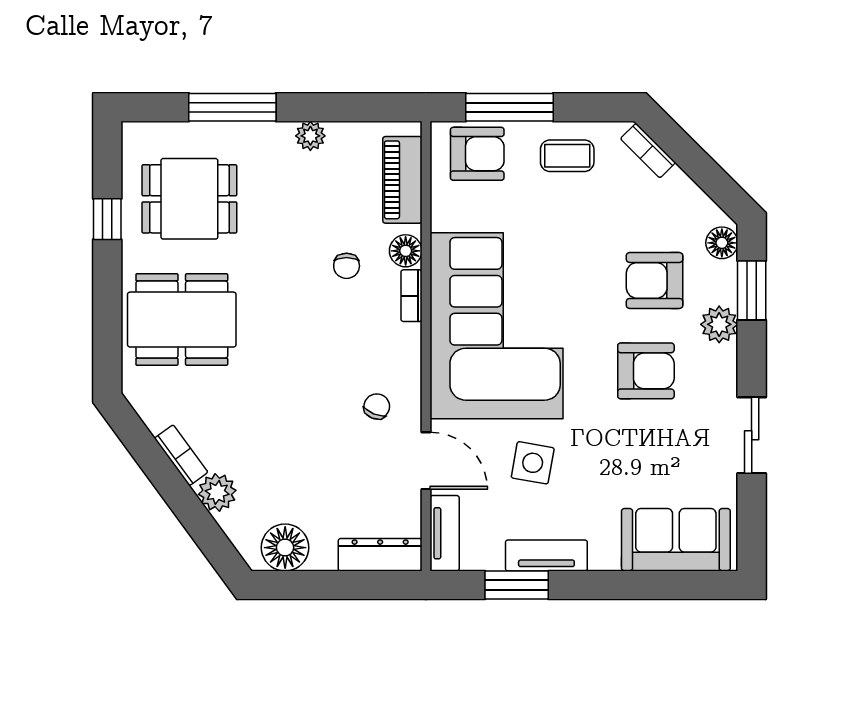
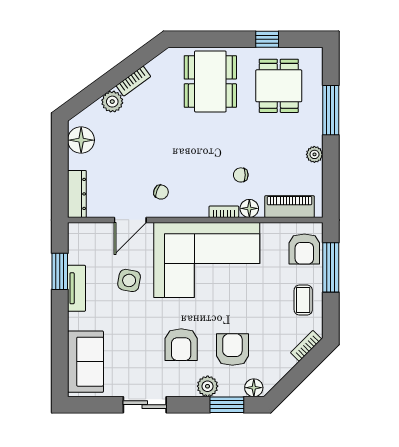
tv unit: (445, 533) -> (89, 231), removed

